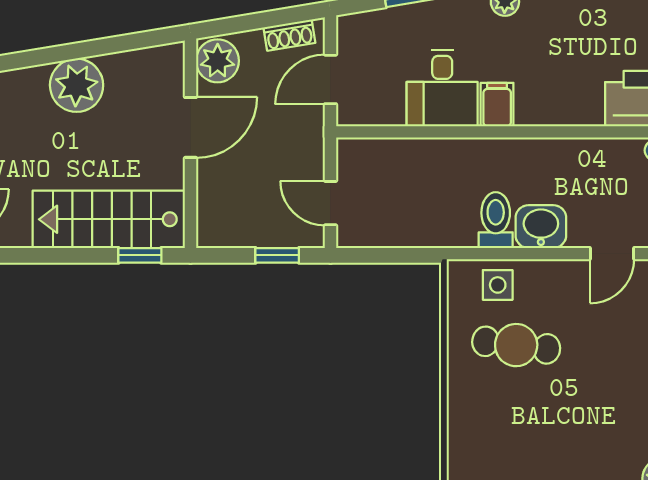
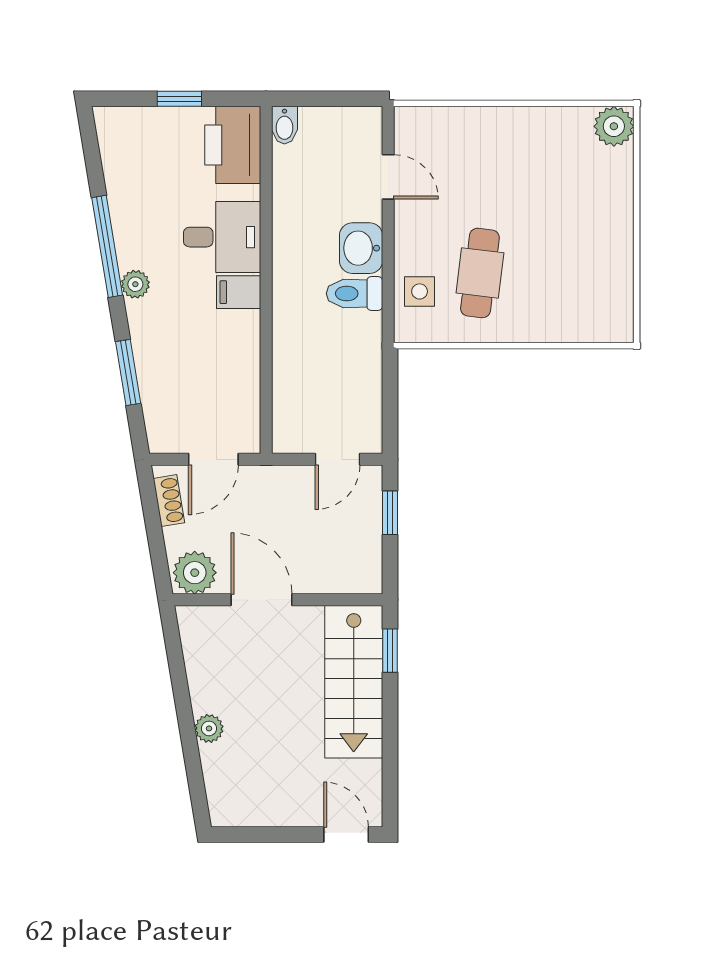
door: (330, 79) -> (213, 459), hinge flipped
plant: (77, 85) -> (209, 728), width x0.53, depth x0.53
desk: (442, 88) -> (222, 237), moved

